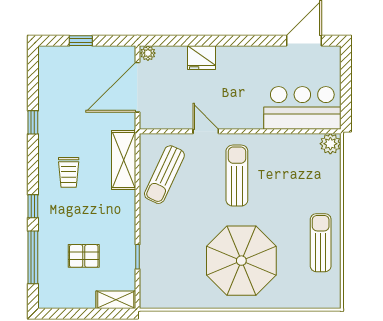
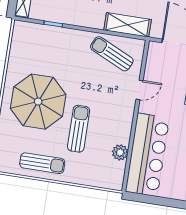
bar counter: (302, 108) -> (147, 155), width x1.36
plant: (330, 144) -> (120, 152), moved
sun lounger: (237, 176) -> (79, 129), moved, turned -90

